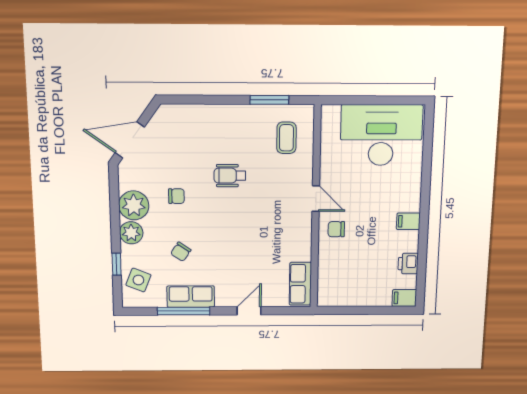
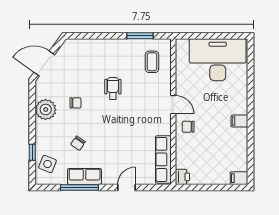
wheelchair: (230, 176) -> (113, 88), turned 90
plant: (131, 233) -> (43, 129), removed
printer: (408, 264) -> (182, 177), moved, turned 180
row of seats: (300, 284) -> (163, 159), width x1.48

